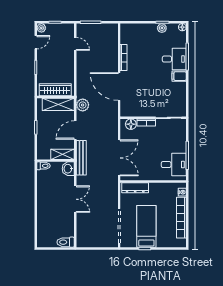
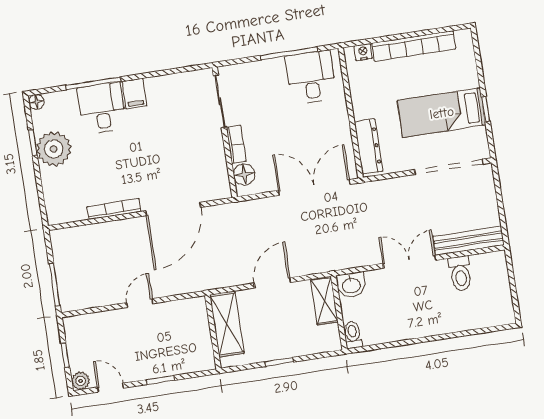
plant: (162, 28) -> (54, 149), width x1.88, depth x1.88
door: (75, 44) -> (140, 303), moved
wardrobe: (55, 90) -> (199, 335), removed
plant: (83, 105) -> (221, 276), removed
door: (75, 130) -> (272, 283), swing flipped
bench: (81, 158) -> (468, 241), moved
toilet: (66, 242) -> (460, 274), moved

